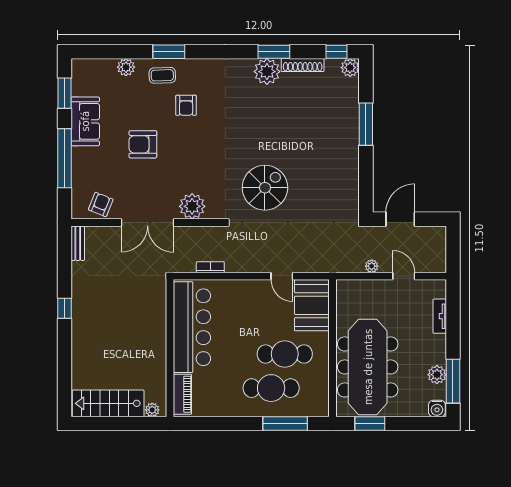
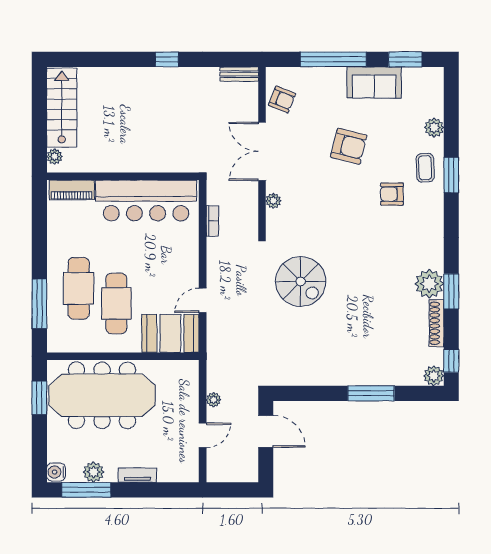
armchair: (143, 144) -> (349, 146), turned 104
plant: (192, 206) -> (273, 201), width x0.53, depth x0.53
tv unit: (440, 316) -> (137, 475), moved

